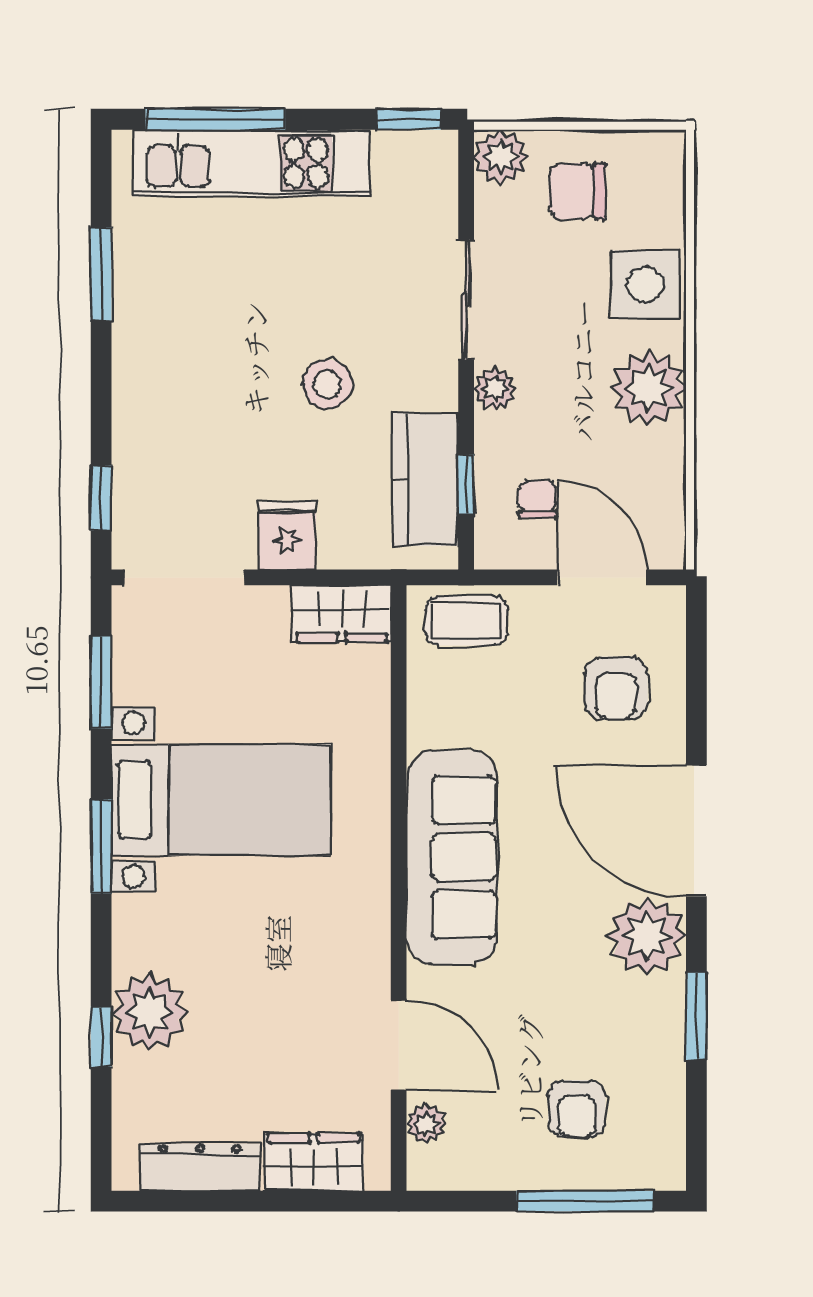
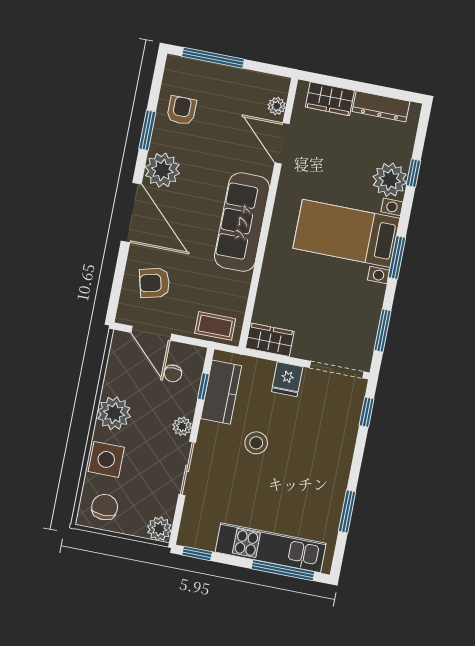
chair: (577, 191) -> (105, 507), moved, turned -90
armchair: (616, 688) -> (154, 283), turned -104
bed with nightstands: (221, 800) -> (346, 233), moved
armchair: (577, 1109) -> (182, 110), moved

